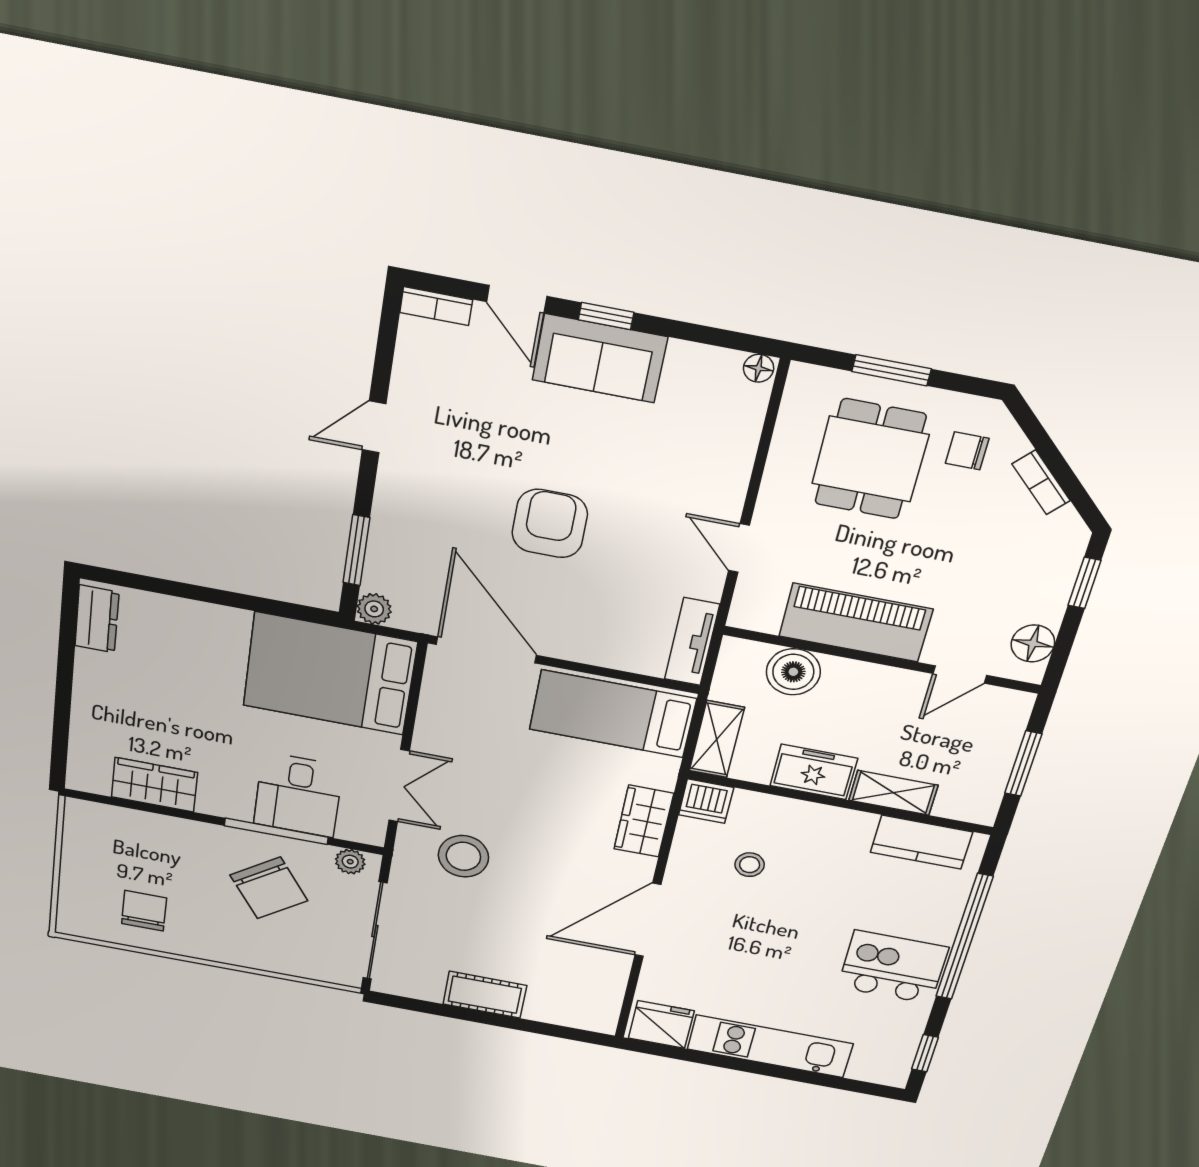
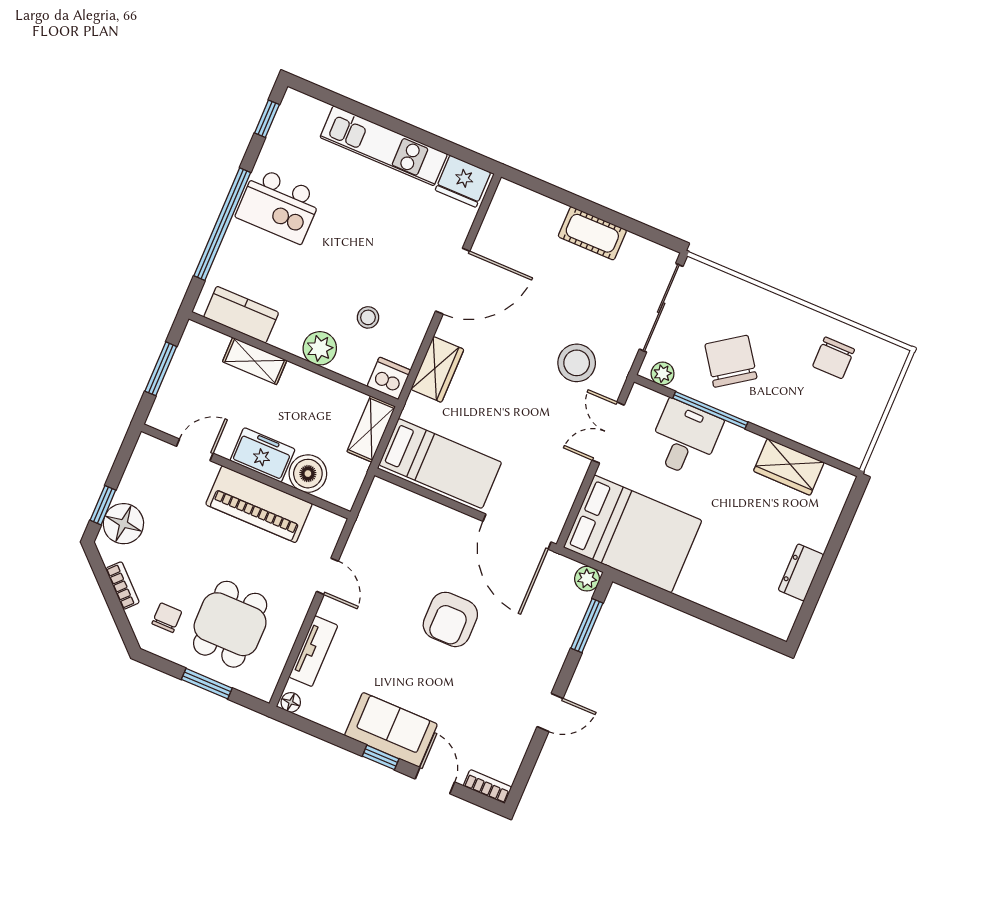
chair: (967, 451) -> (167, 618), turned -90
dresser: (97, 619) -> (801, 572), moved
tv unit: (692, 642) -> (313, 651), moved
floor lamp: (1033, 643) -> (123, 524), moved, width x1.38, depth x1.38
freezer: (814, 772) -> (262, 455), moved, turned 180
plant: (807, 821) -> (320, 348), added

